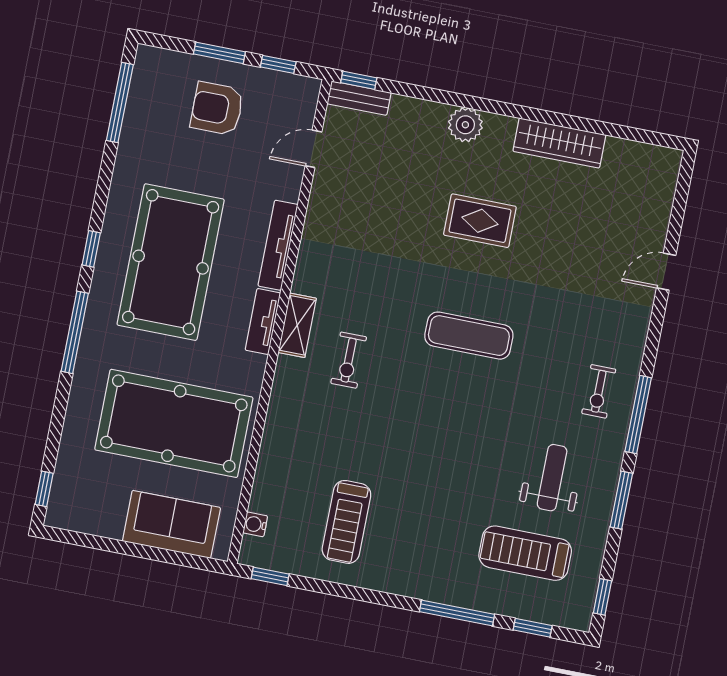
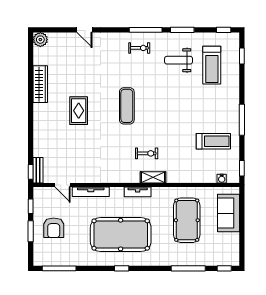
plant: (465, 125) -> (40, 40), moved
tv unit: (278, 245) -> (91, 192), moved
shelving: (297, 325) -> (153, 177), moved
window: (75, 332) -> (188, 268), moved
pool table: (174, 423) -> (187, 220), width x0.73, depth x0.76
window: (457, 613) -> (242, 120), moved

